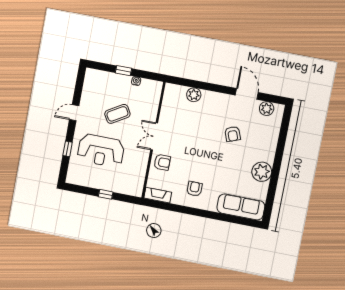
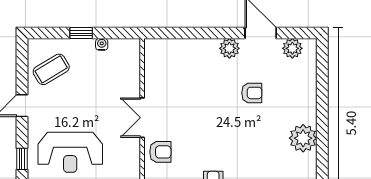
plant: (194, 95) -> (229, 48), moved
coffee table: (117, 114) -> (51, 69), moved
armchair: (233, 134) -> (252, 93), turned -69

